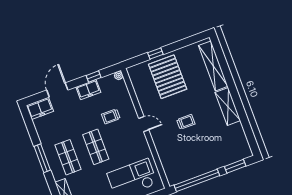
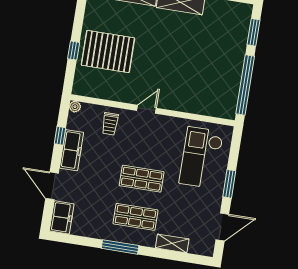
freezer: (88, 90) -> (71, 150), width x1.40
trolley: (111, 116) -> (110, 124), moved
trolley: (186, 122) -> (171, 60), removed

